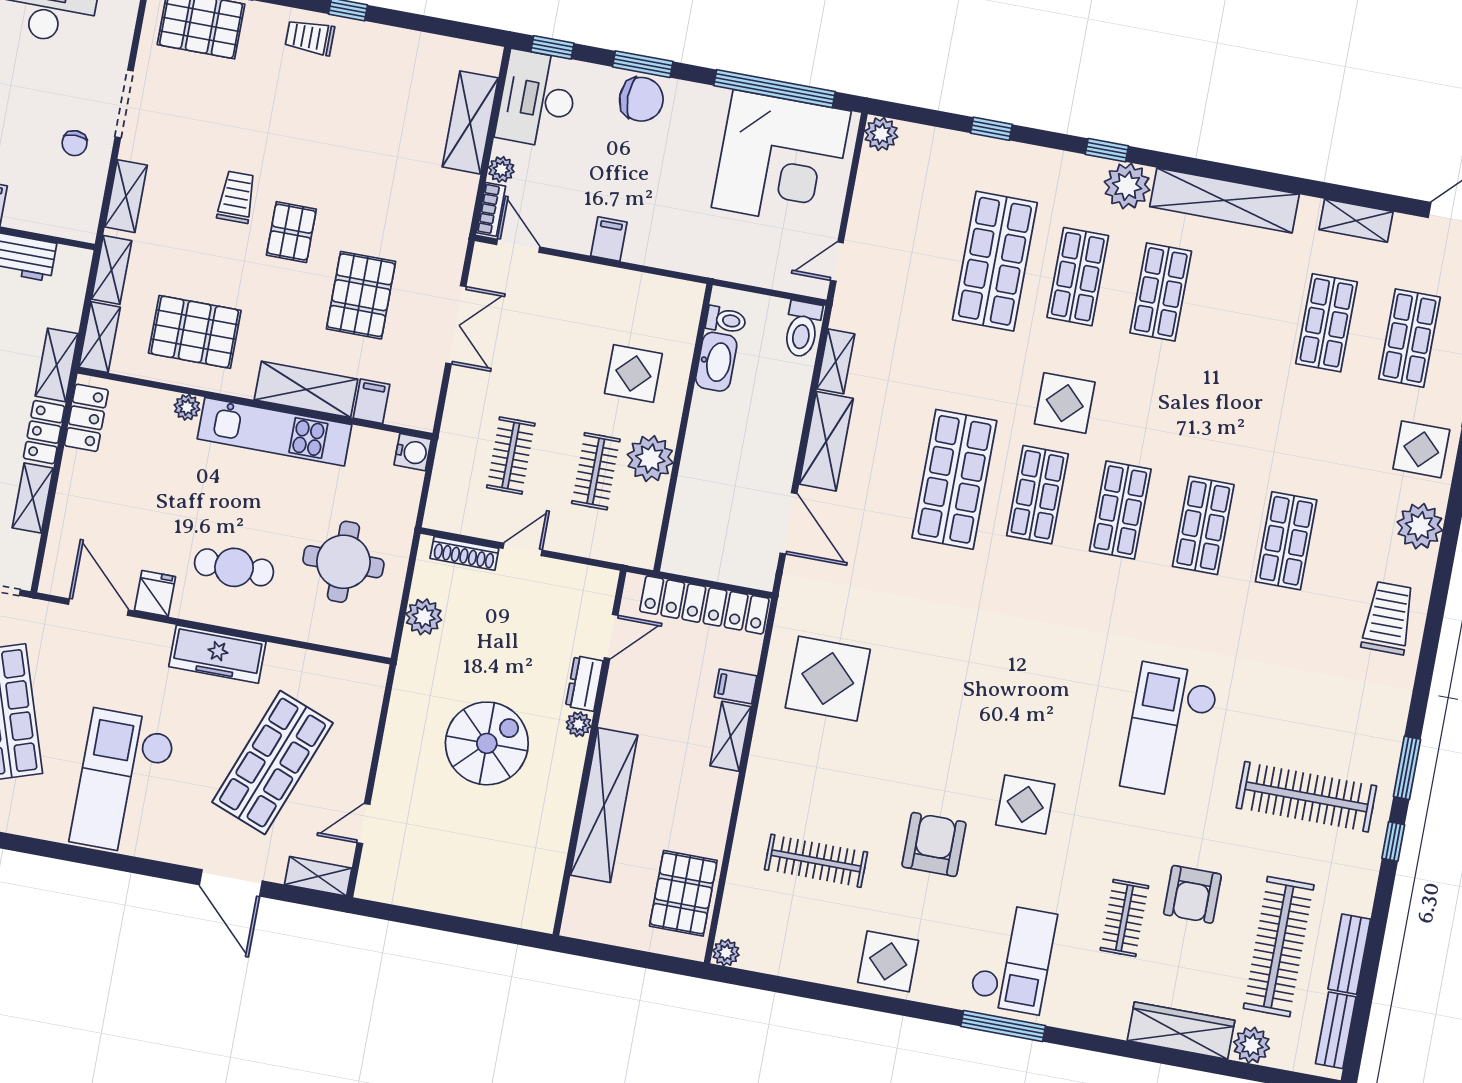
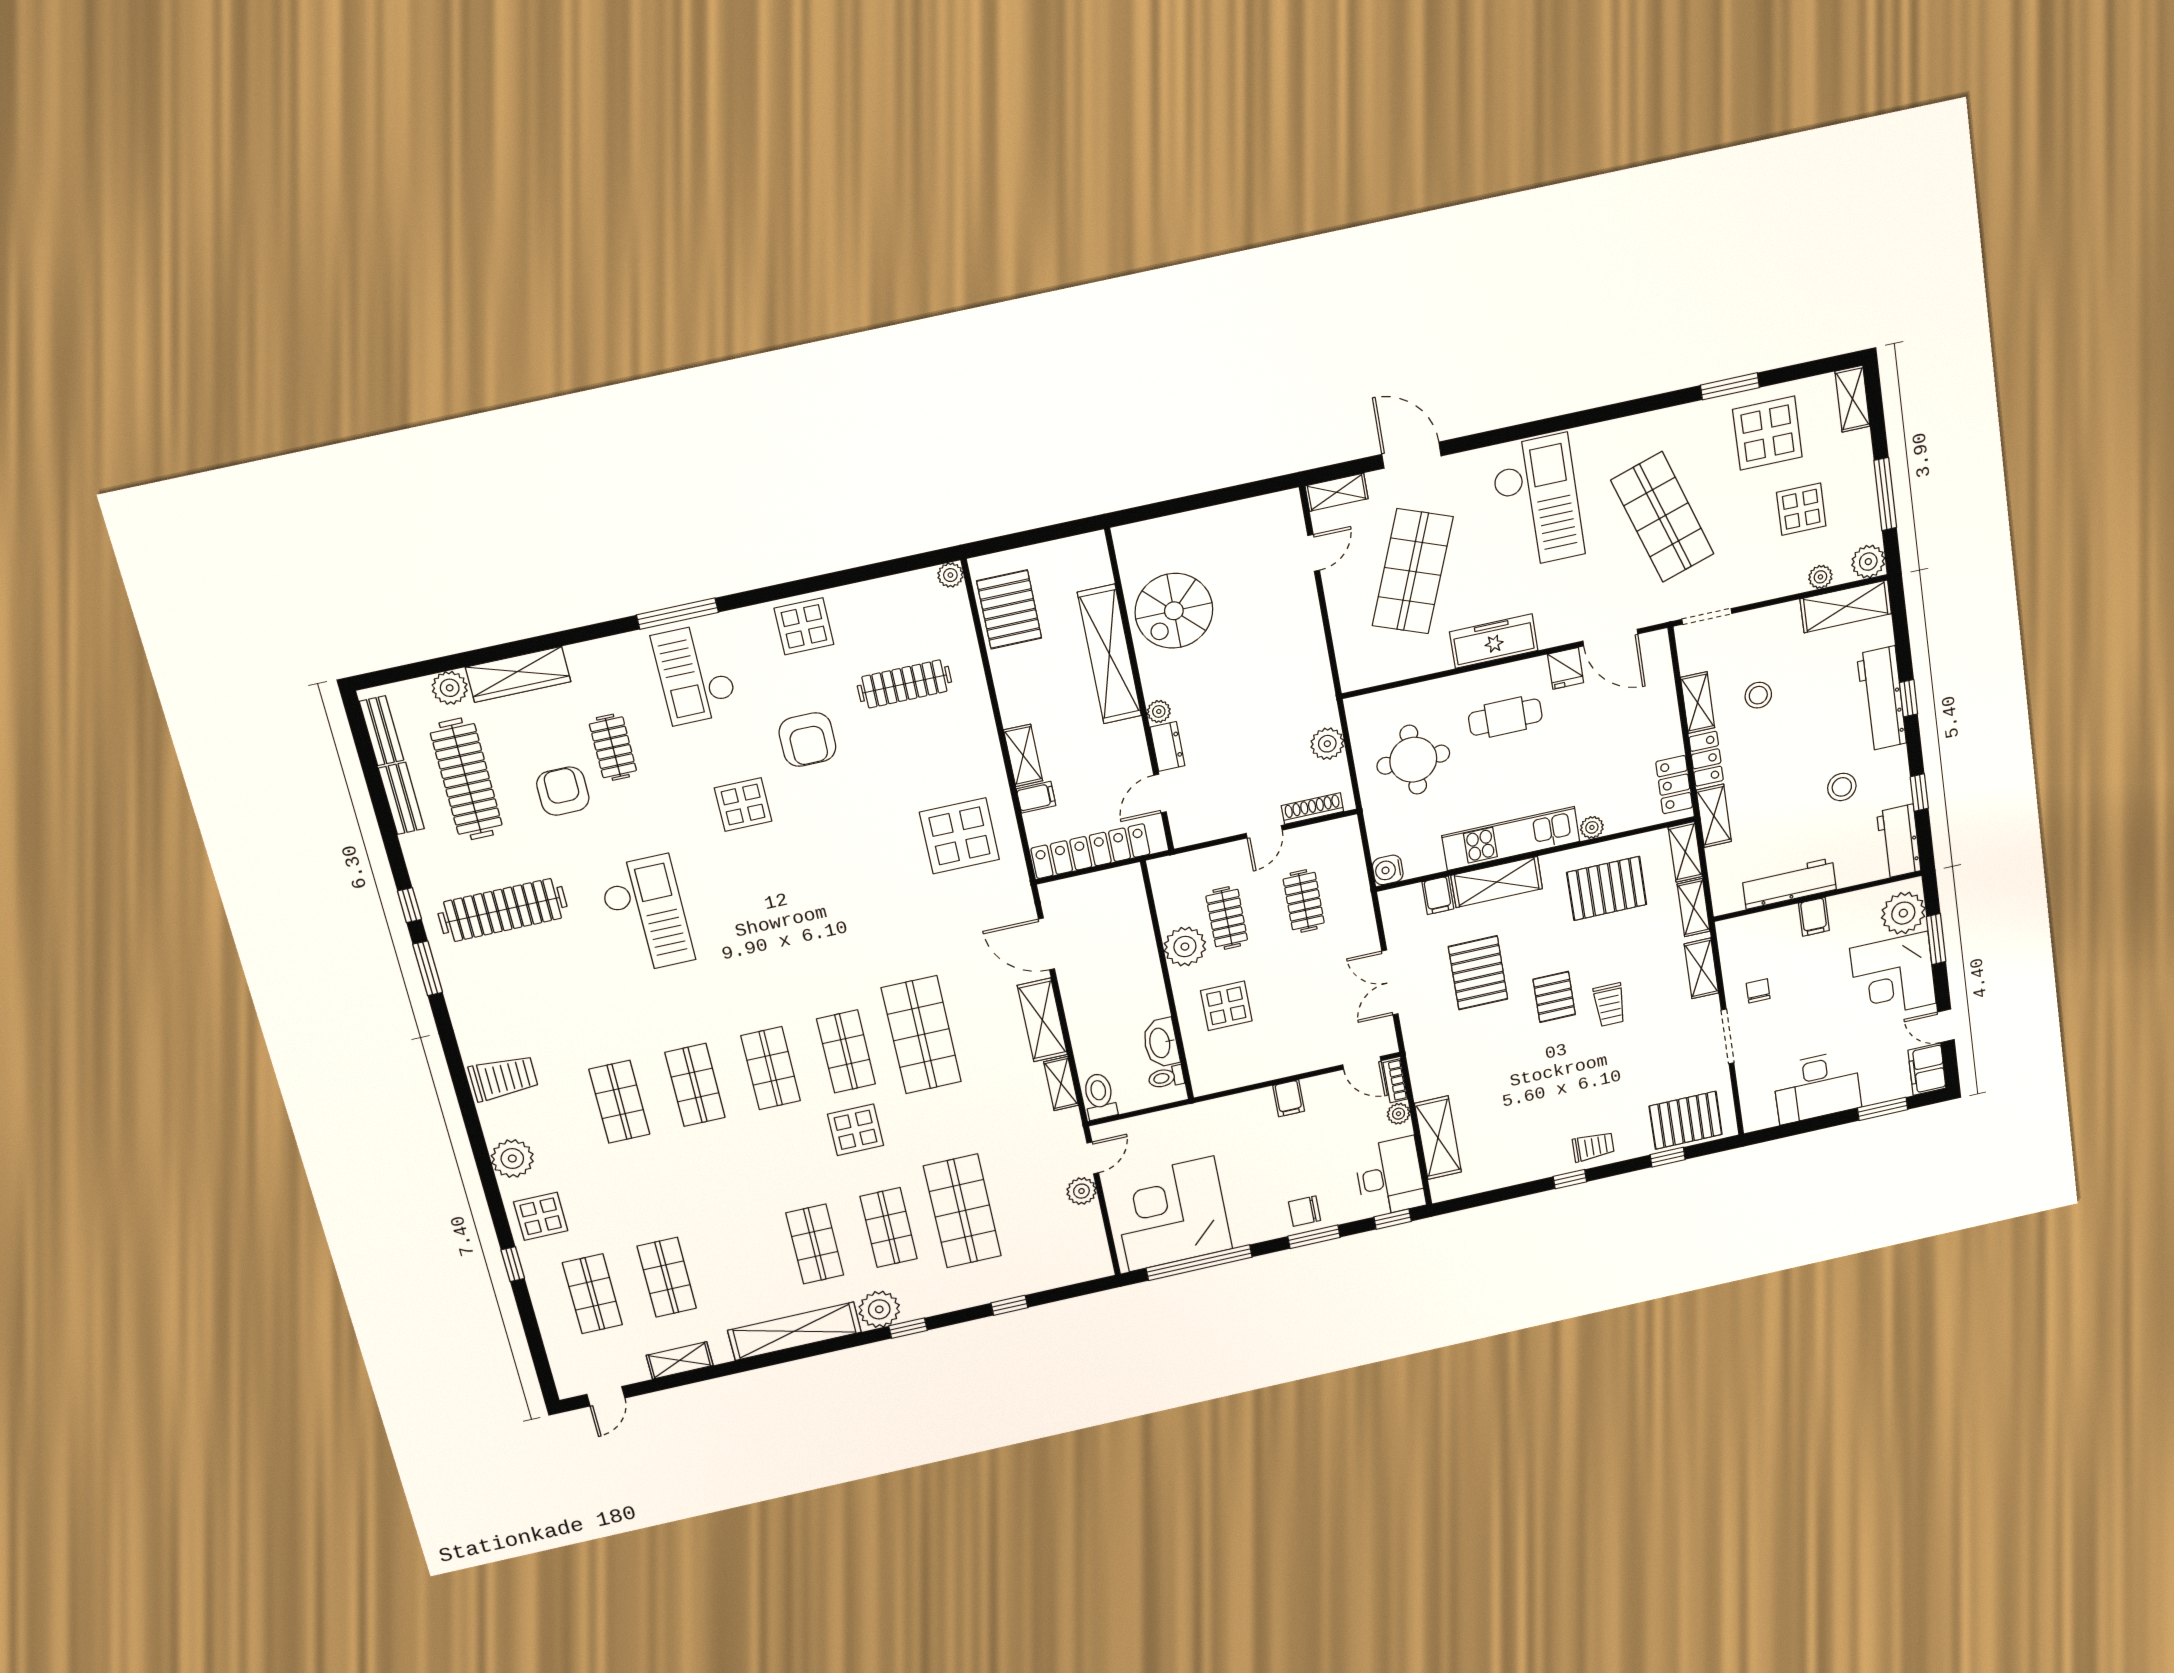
chair: (641, 99) -> (1305, 1211), width x0.73, depth x0.73
plant: (881, 134) -> (1081, 1191), moved
trolley: (1388, 618) -> (503, 1078), turned -90
spiral stairs: (487, 743) -> (1174, 611), moved

